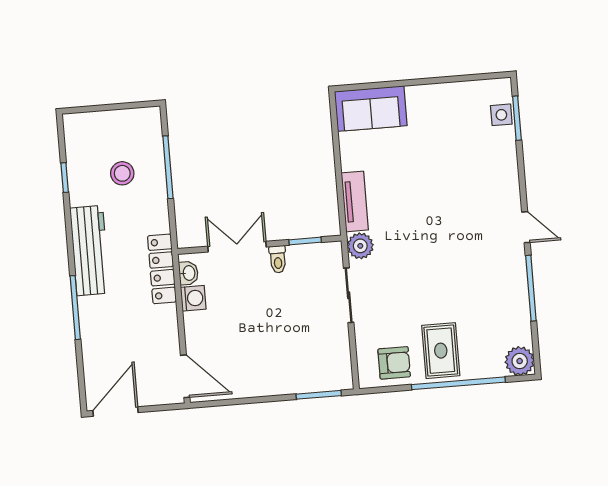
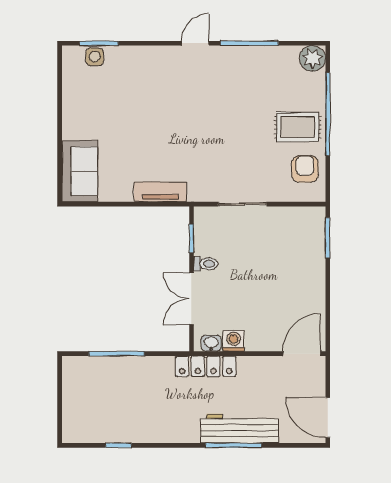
stool: (122, 173) -> (119, 394), removed
plant: (360, 246) -> (200, 190), removed
workbench: (90, 251) -> (239, 428), moved

